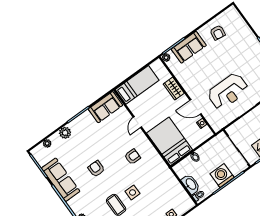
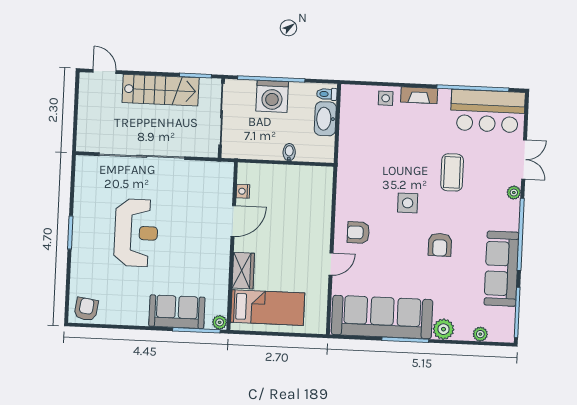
armchair: (218, 33) -> (86, 309), moved
bed: (137, 85) -> (268, 308), moved, turned 180
reception desk: (228, 91) -> (136, 233), moved, turned 90
sofa: (105, 107) -> (382, 317), width x1.85, depth x1.27
door: (196, 107) -> (233, 221), hinge flipped
bed: (170, 141) -> (308, 202), removed
armchair: (132, 157) -> (358, 232), moved
side table: (133, 192) -> (408, 203), moved

